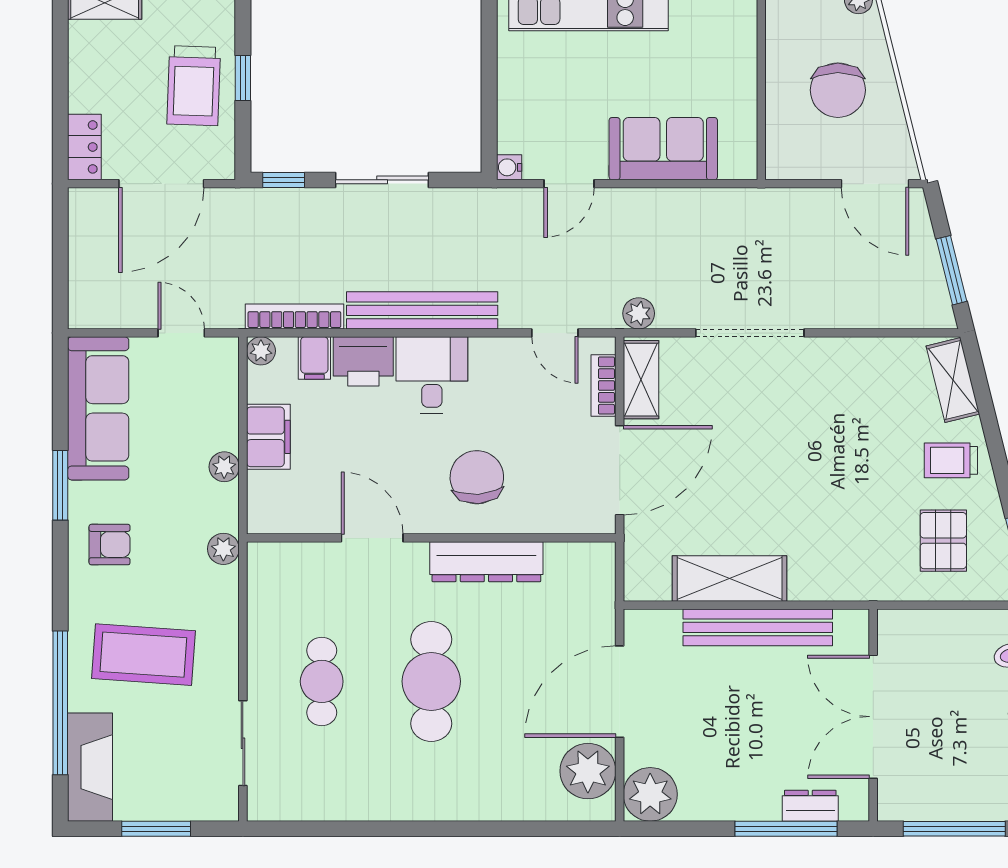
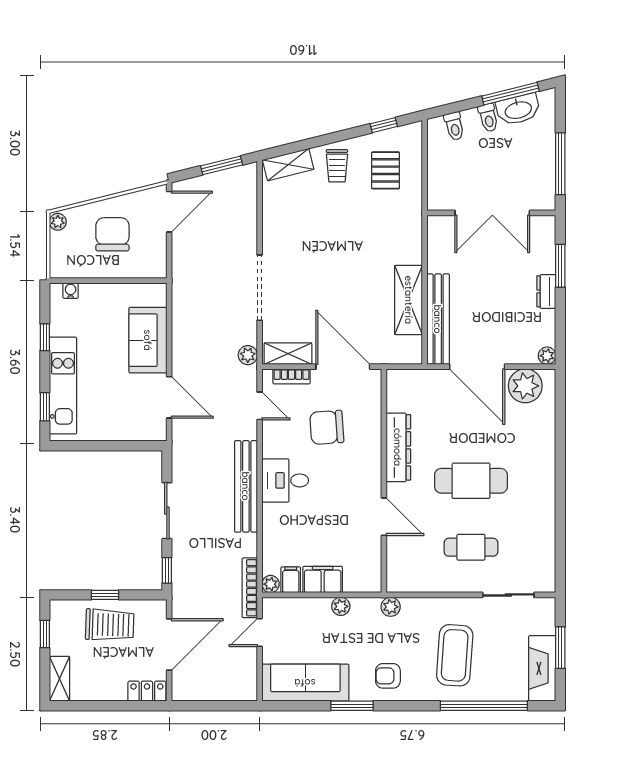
chair: (838, 90) -> (112, 234), turned -90
water cooler: (509, 167) -> (71, 291), moved, turned 180
door: (161, 184) -> (169, 645), hinge flipped
door: (569, 184) -> (169, 397), width x1.38
bookcase: (294, 317) -> (250, 588), moved
door: (555, 333) -> (260, 406), hinge flipped
filing cabinet: (314, 358) -> (291, 580), moved, turned -90
printer: (363, 361) -> (277, 522), removed
chair: (477, 477) -> (327, 427), moved
door: (372, 538) -> (384, 517), swing flipped
pallet: (943, 541) -> (386, 170), turned 90
armchair: (110, 545) -> (388, 676), turned -90
bench: (758, 627) -> (438, 319), moved
fireplace: (90, 767) -> (542, 668), moved, turned -90
plant: (650, 794) -> (547, 356), width x0.53, depth x0.53
dresser: (810, 806) -> (546, 291), moved
window: (786, 829) -> (560, 266), width x0.69

